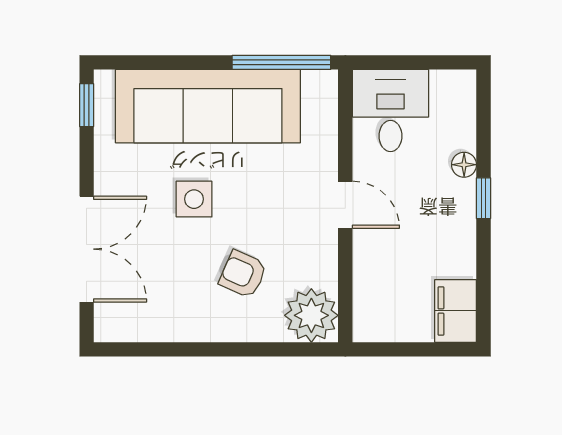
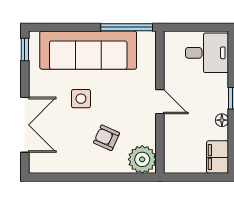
desk: (390, 111) -> (207, 53), moved, turned 90
floor lamp: (464, 165) -> (222, 120), moved

